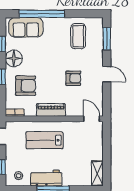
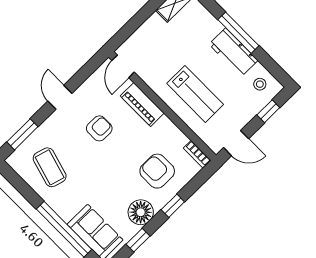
coffee table: (78, 36) -> (50, 167), turned -74
armchair: (73, 78) -> (99, 128), turned 90
piano: (51, 110) -> (142, 105), moved

